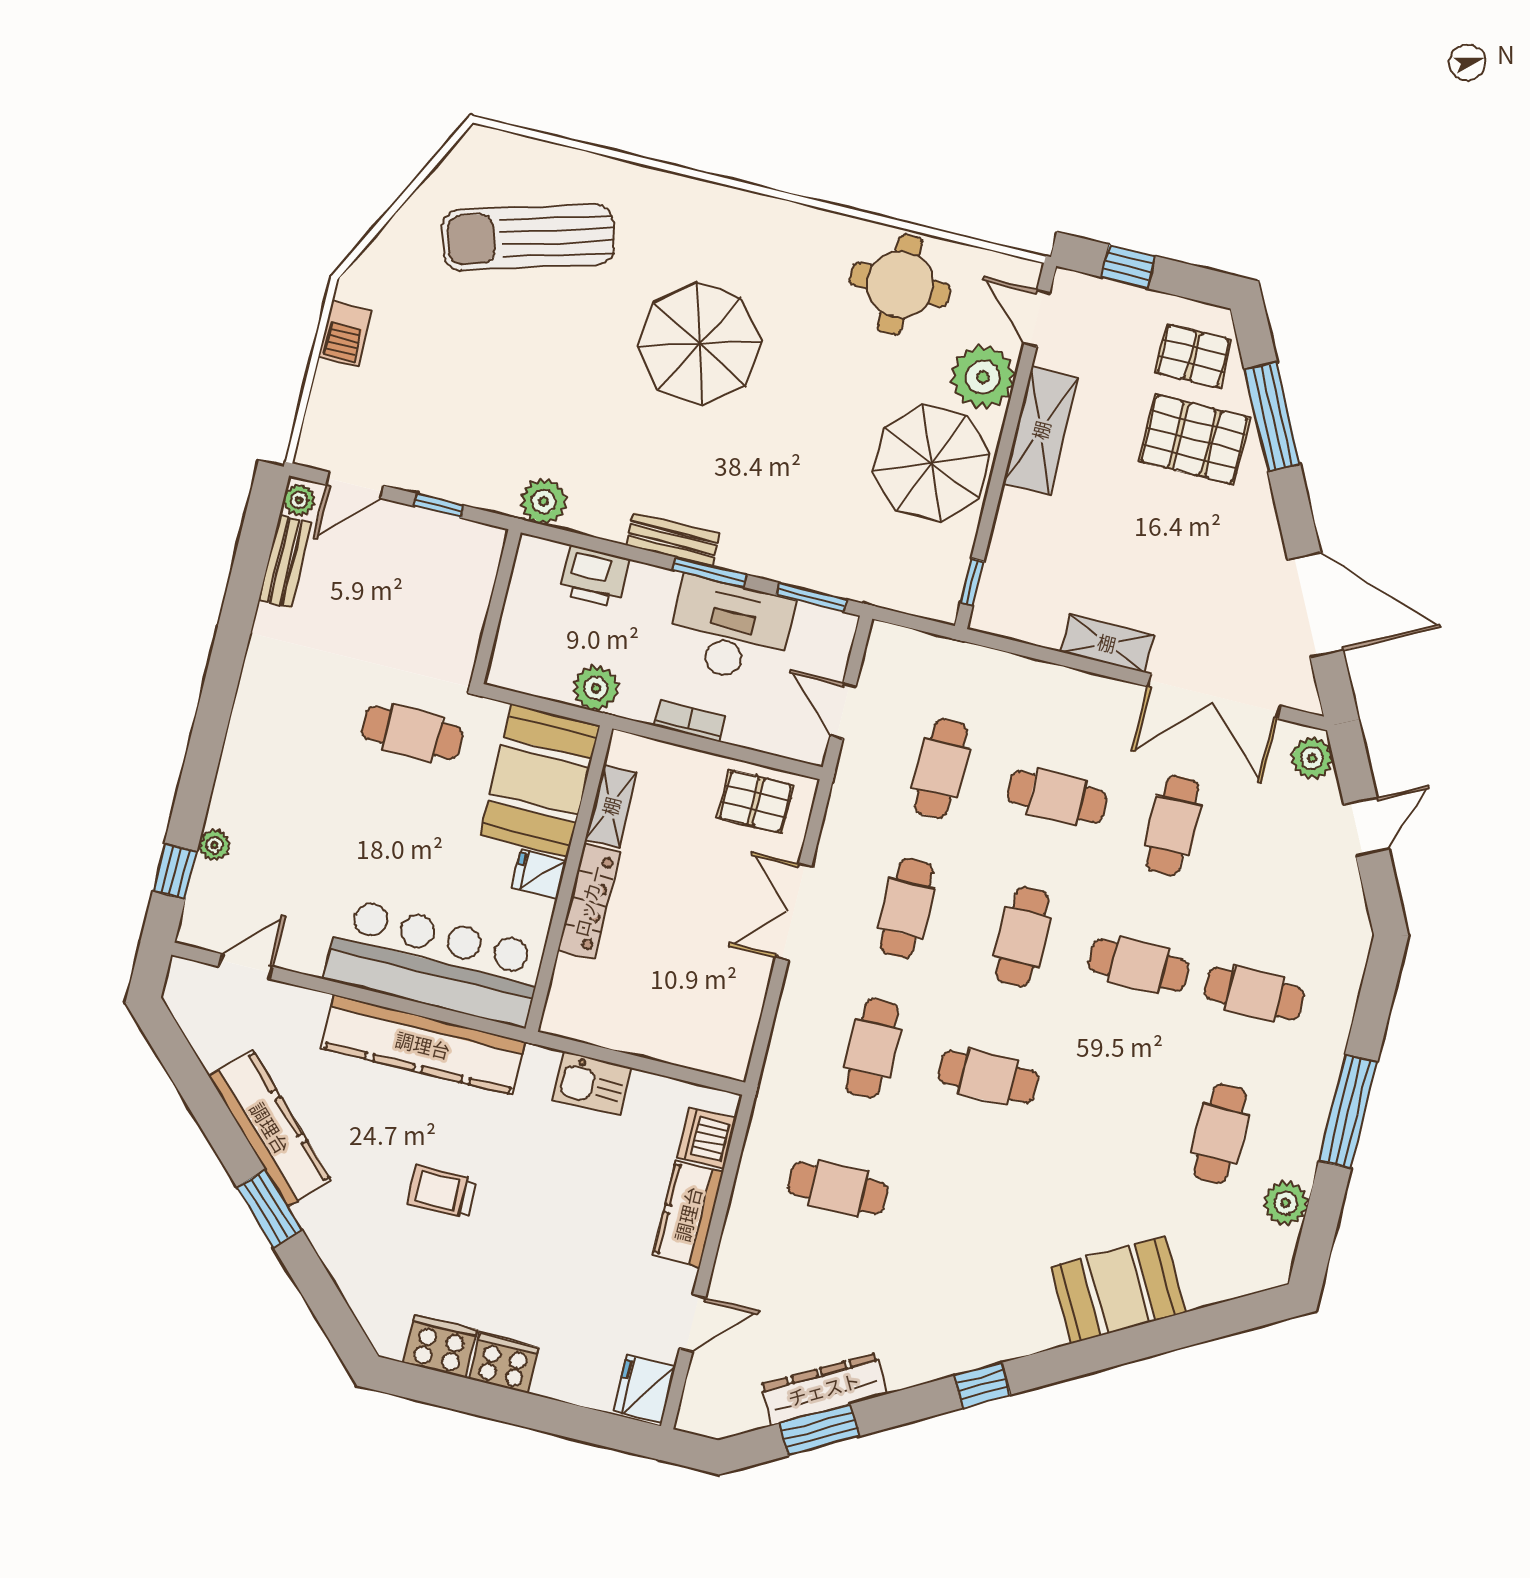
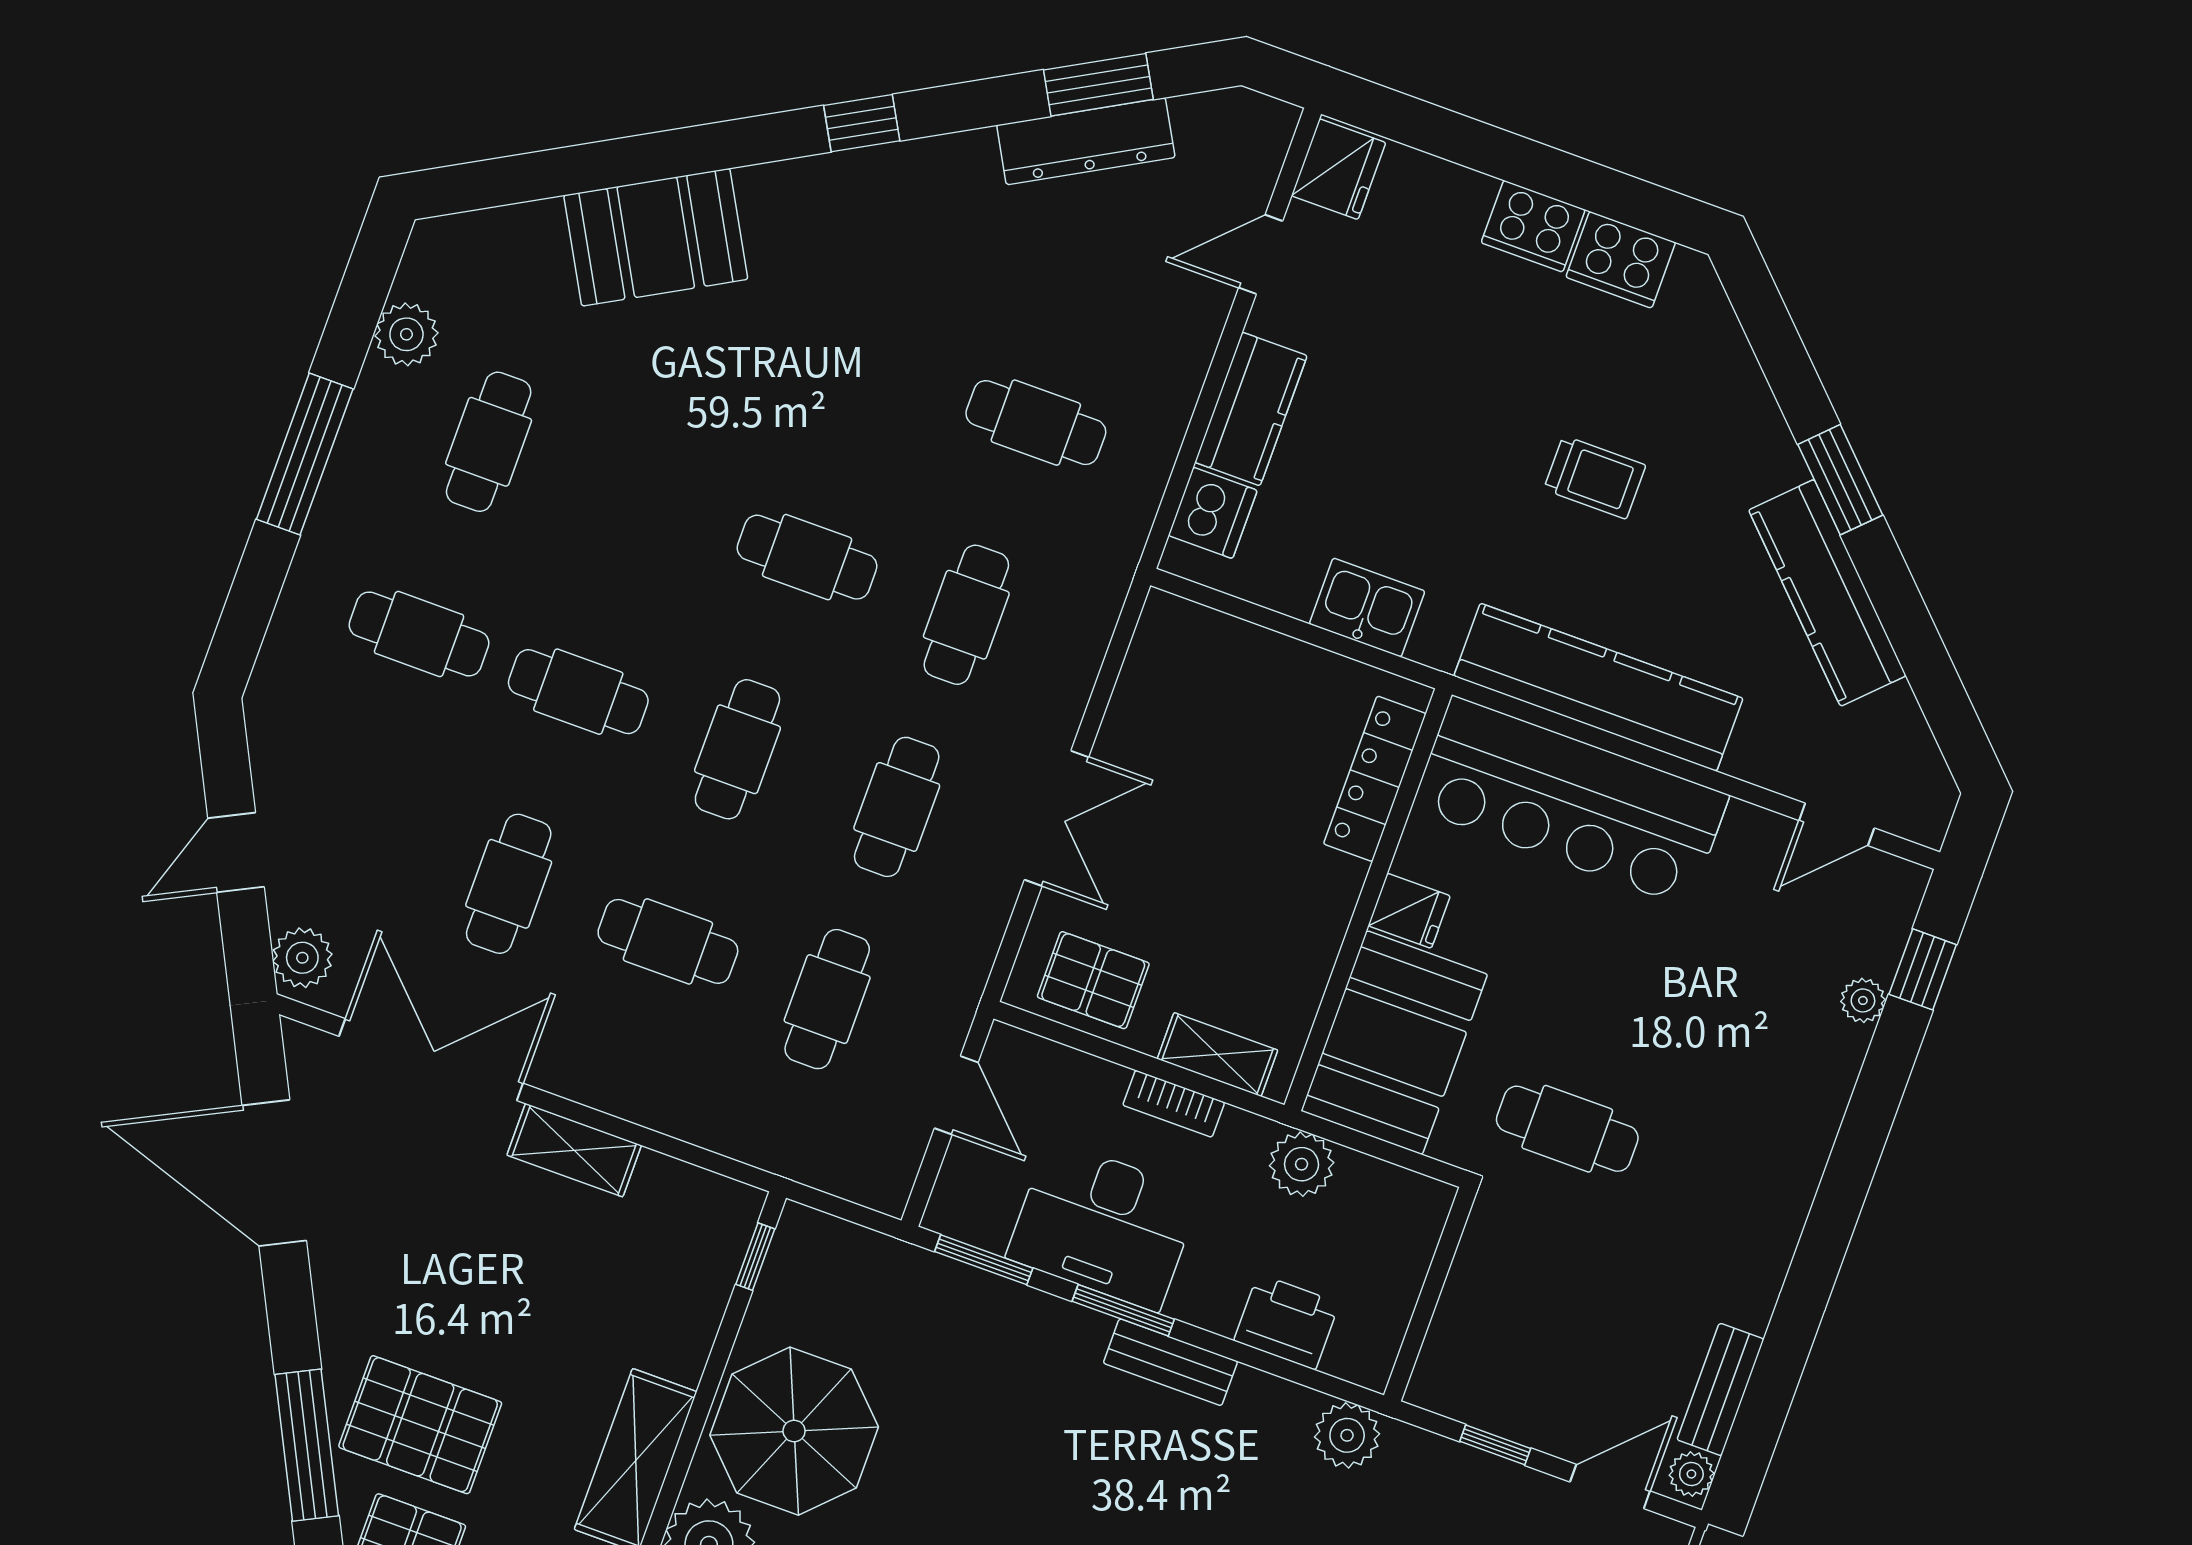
shelving: (611, 806) -> (1218, 1054), moved, turned 90
locker: (589, 901) -> (1375, 779), moved

